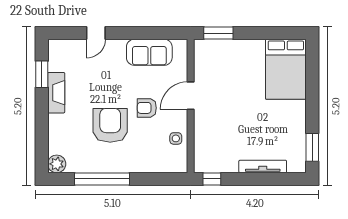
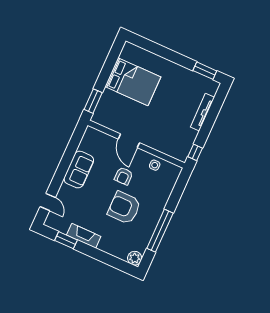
door: (96, 33) -> (48, 202), moved
sofa: (149, 52) -> (79, 170), moved
bed: (286, 69) -> (133, 82), moved

